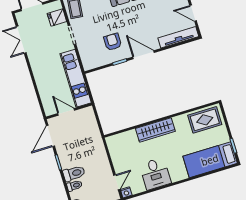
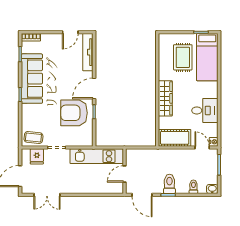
armchair: (113, 42) -> (74, 113), width x1.88, depth x1.88
rug: (205, 120) -> (183, 57), moved
cot: (118, 152) -> (175, 138), added
toilet: (74, 173) -> (169, 184), moved

